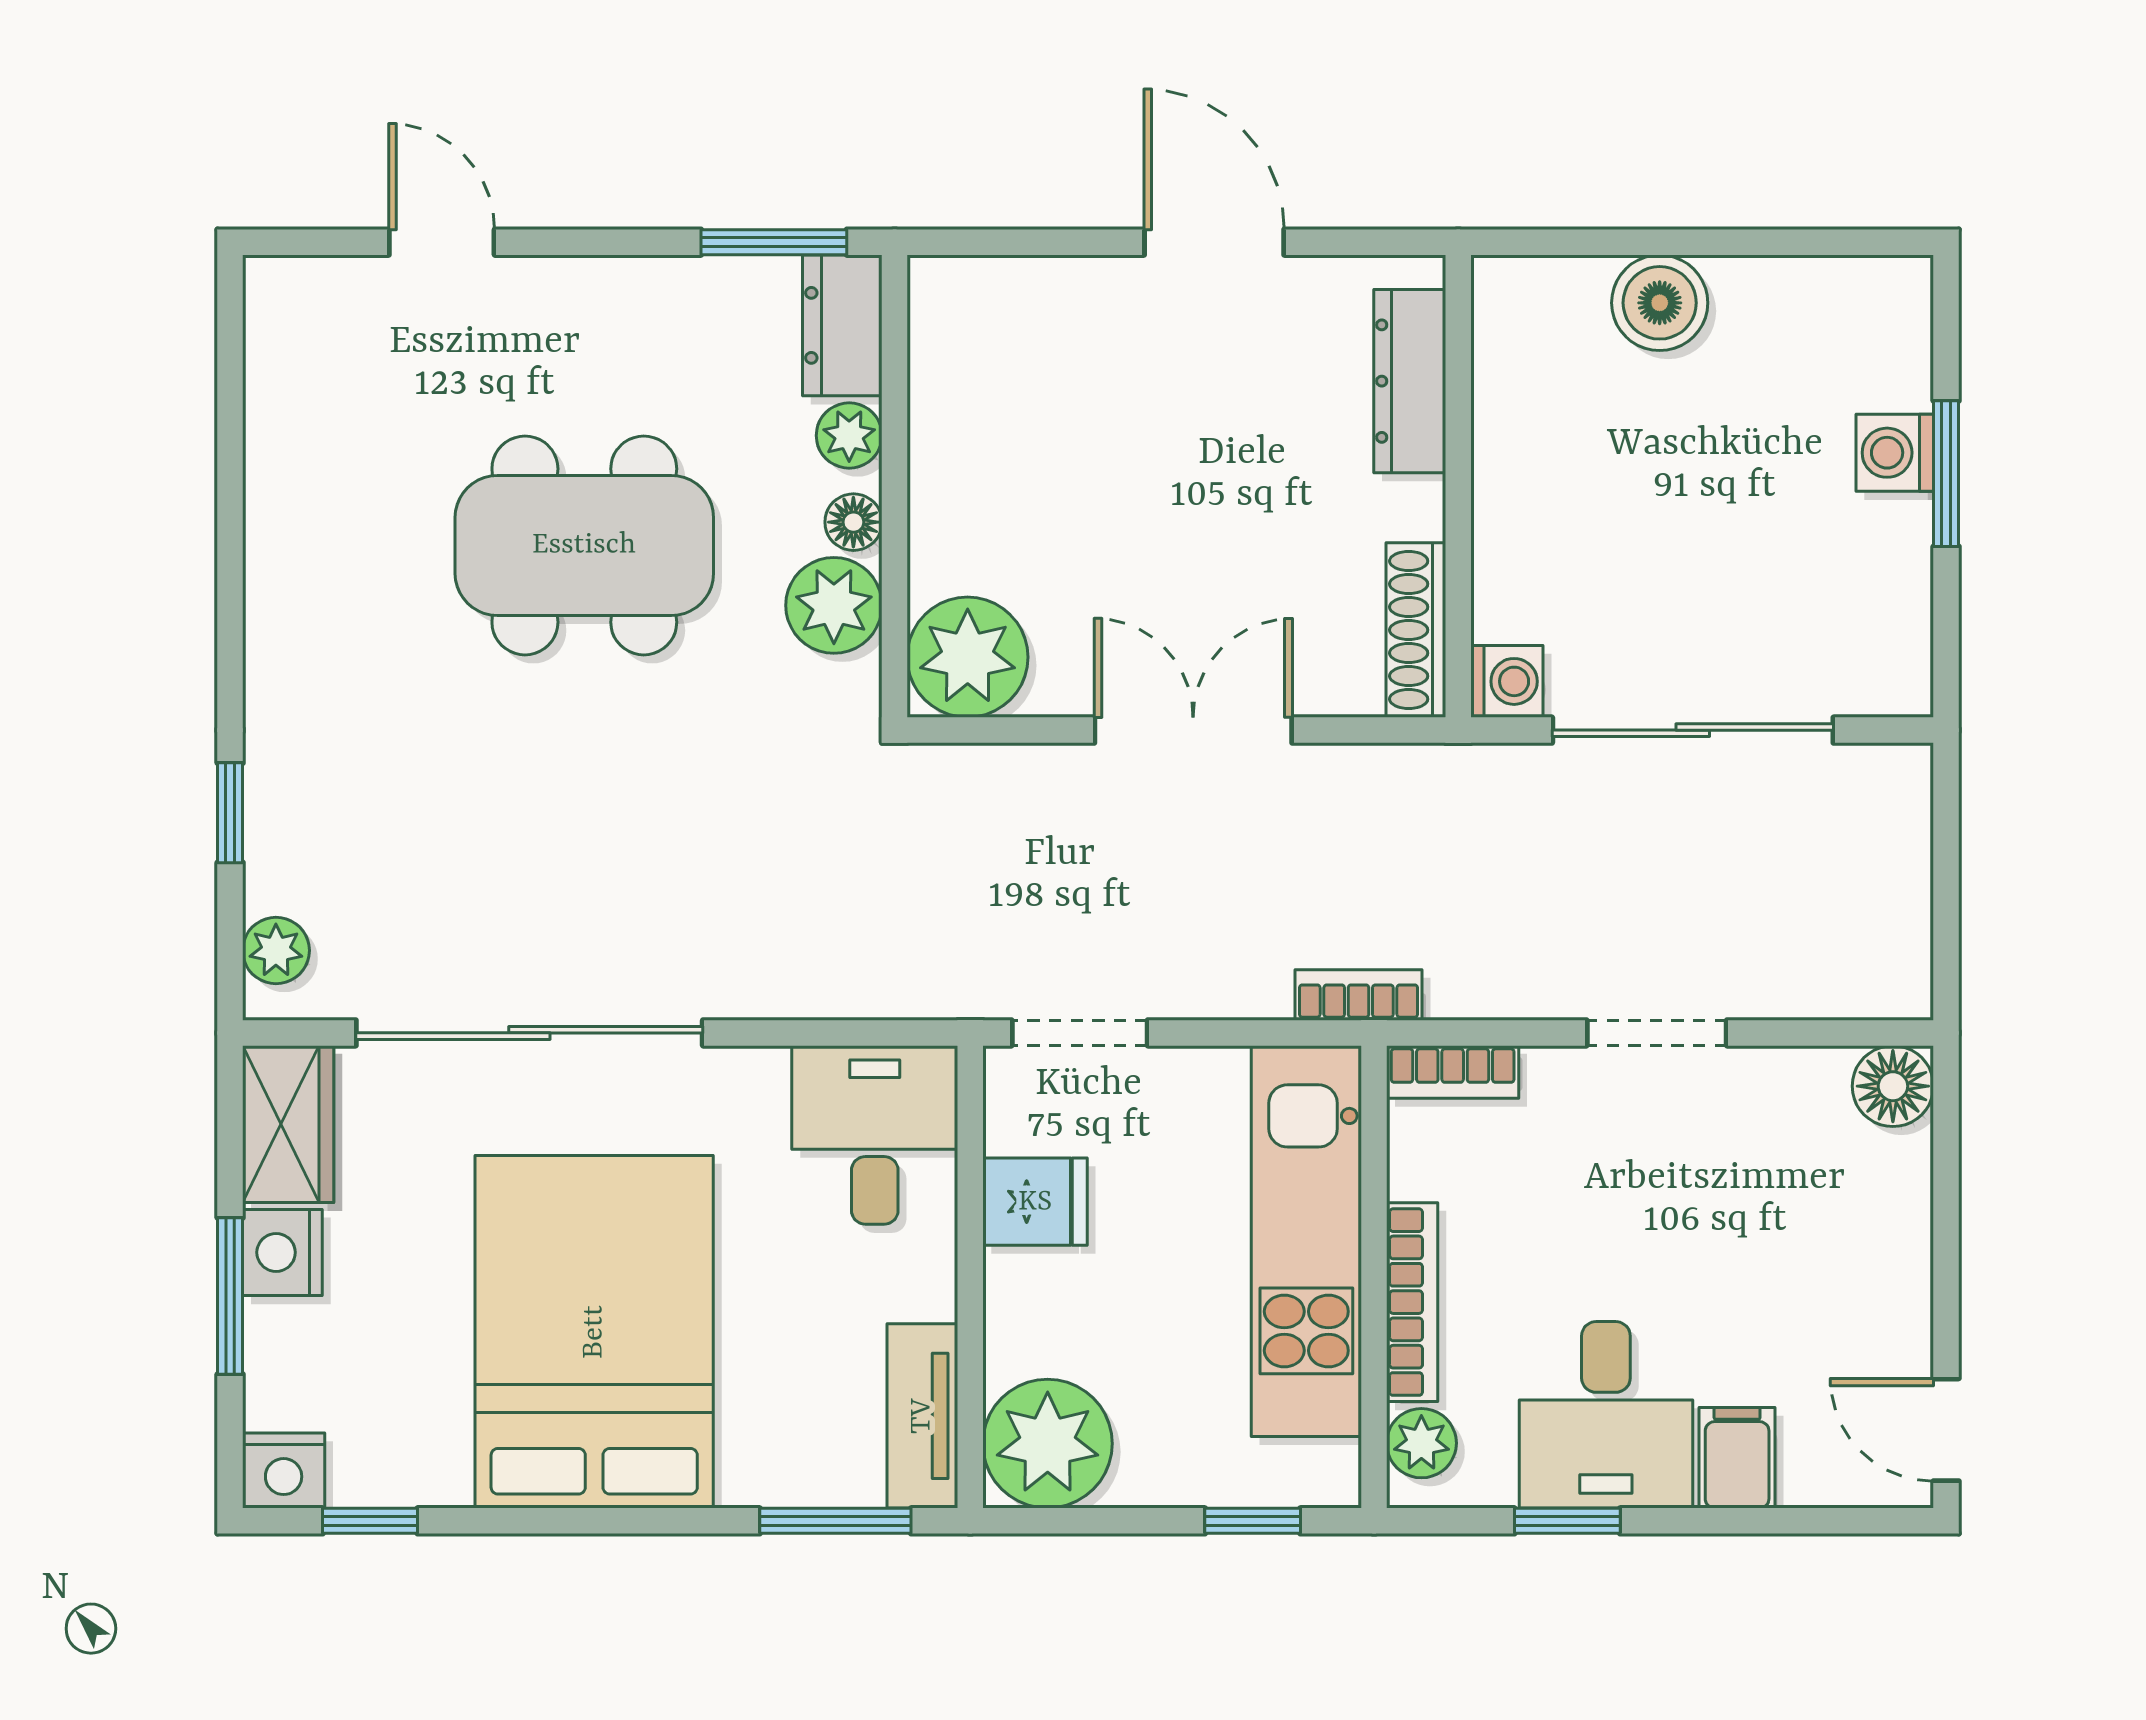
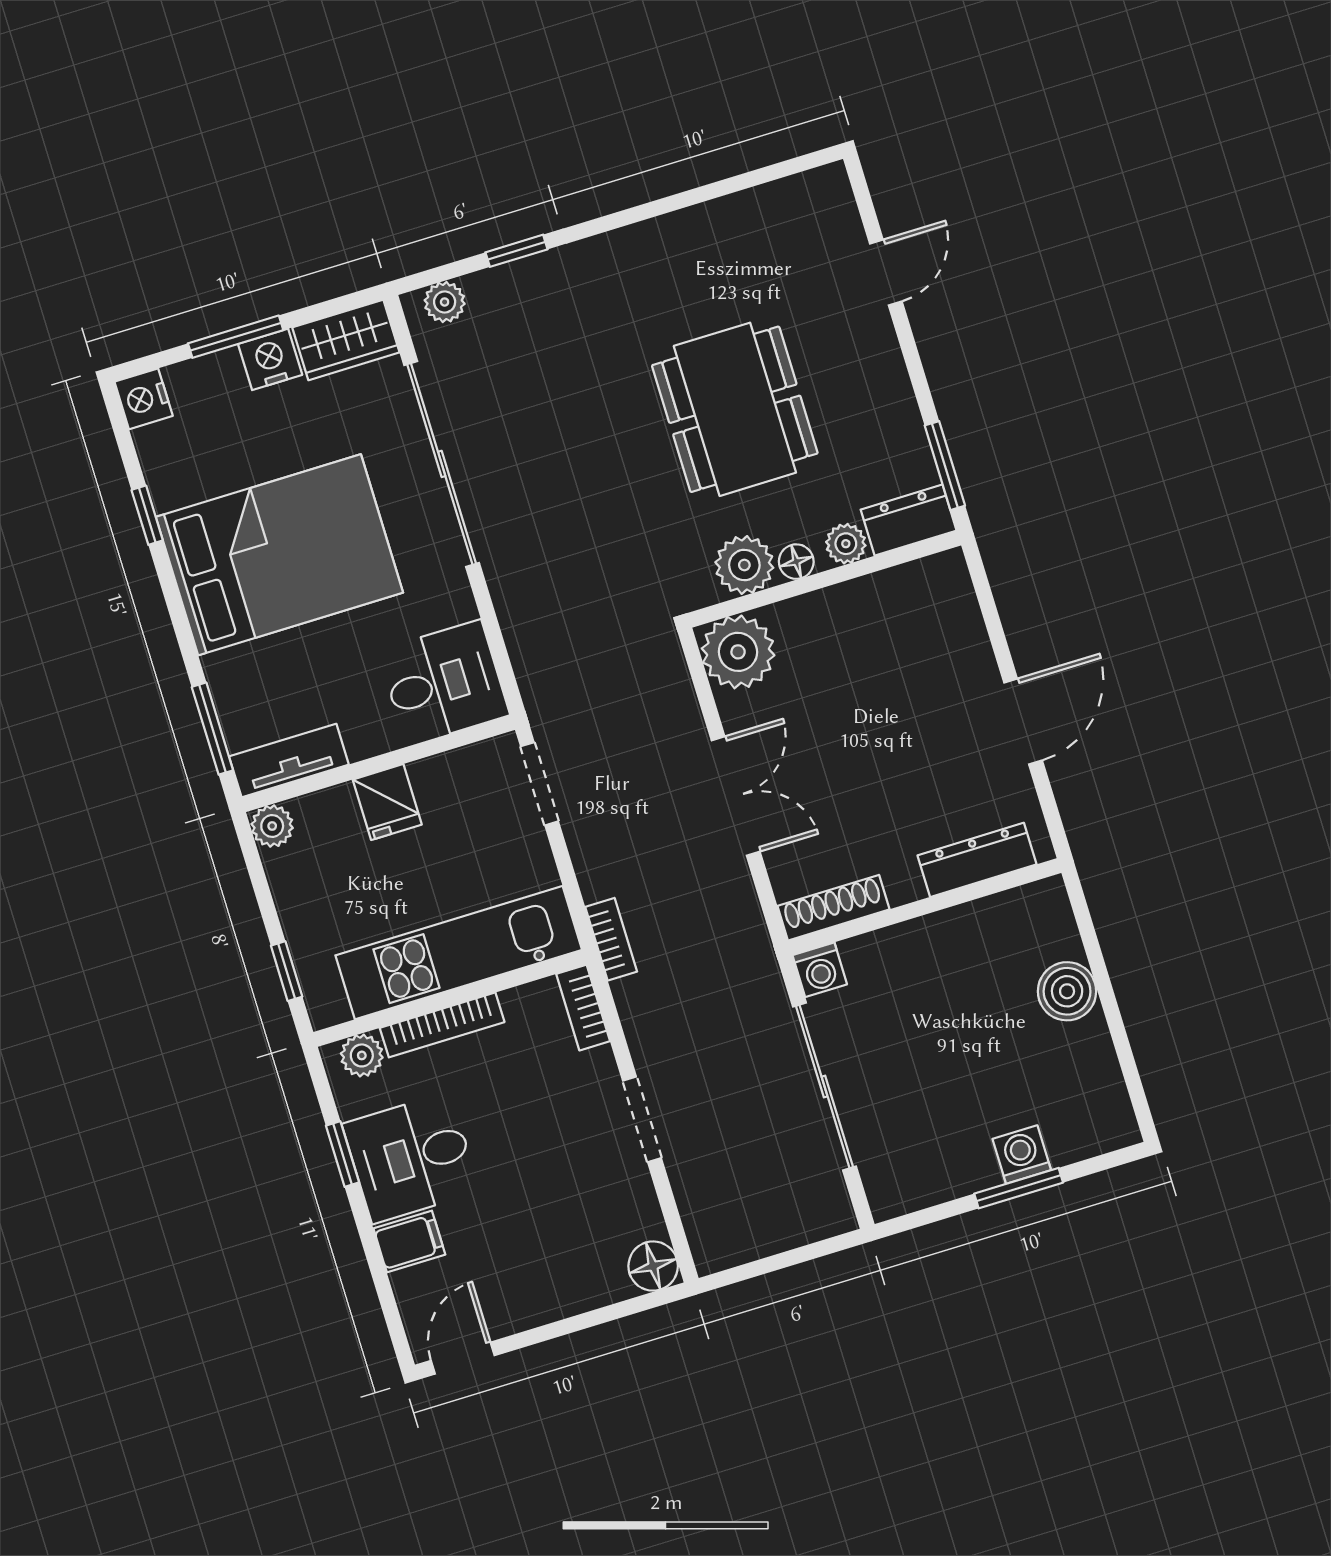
fridge: (1035, 1202) -> (387, 802), moved
plant: (1048, 1444) -> (272, 826), width x0.53, depth x0.53
window: (370, 1521) -> (147, 515), moved

